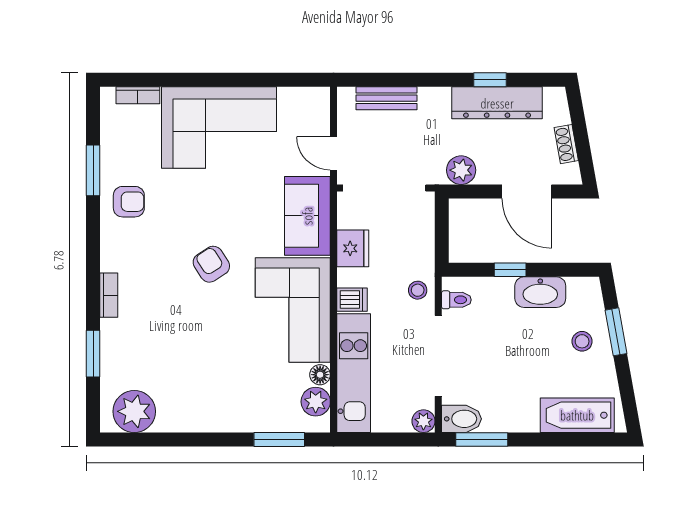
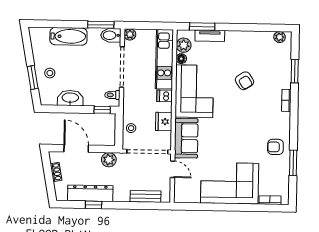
armchair: (211, 264) -> (244, 81), moved
window: (510, 270) -> (102, 110), moved
stool: (418, 290) -> (131, 128), moved
plant: (134, 411) -> (280, 37), width x0.53, depth x0.53
bathtub: (577, 415) -> (68, 36), moved
tv unit: (264, 421) -> (210, 36), added

